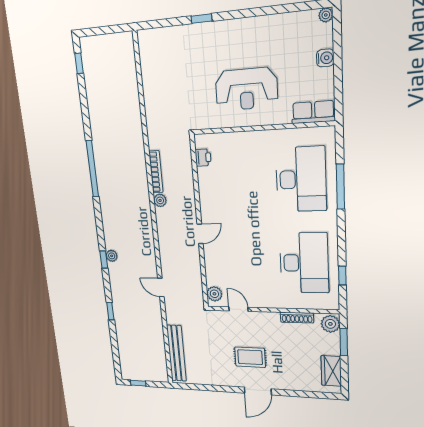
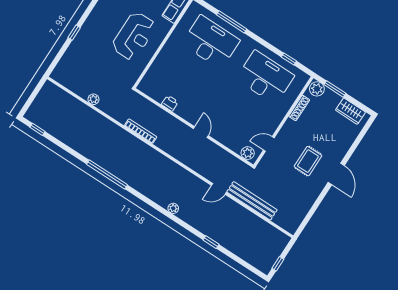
printer: (203, 157) -> (170, 103), moved
plant: (160, 200) -> (93, 99), moved
window: (104, 260) -> (172, 217), removed
bench: (176, 353) -> (252, 201), moved

